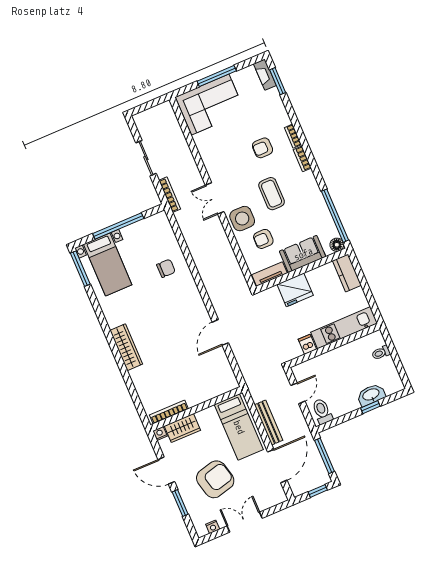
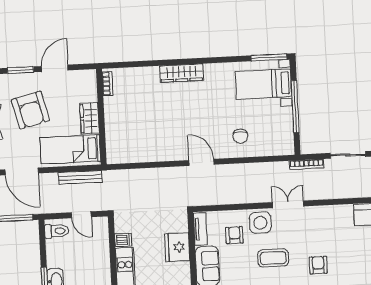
door: (220, 332) -> (201, 162), moved
bookcase: (169, 412) -> (107, 84), width x0.64
bench: (269, 422) -> (80, 177), moved
wardrobe: (182, 428) -> (90, 118), moved
nightstand: (160, 433) -> (91, 75), removed

